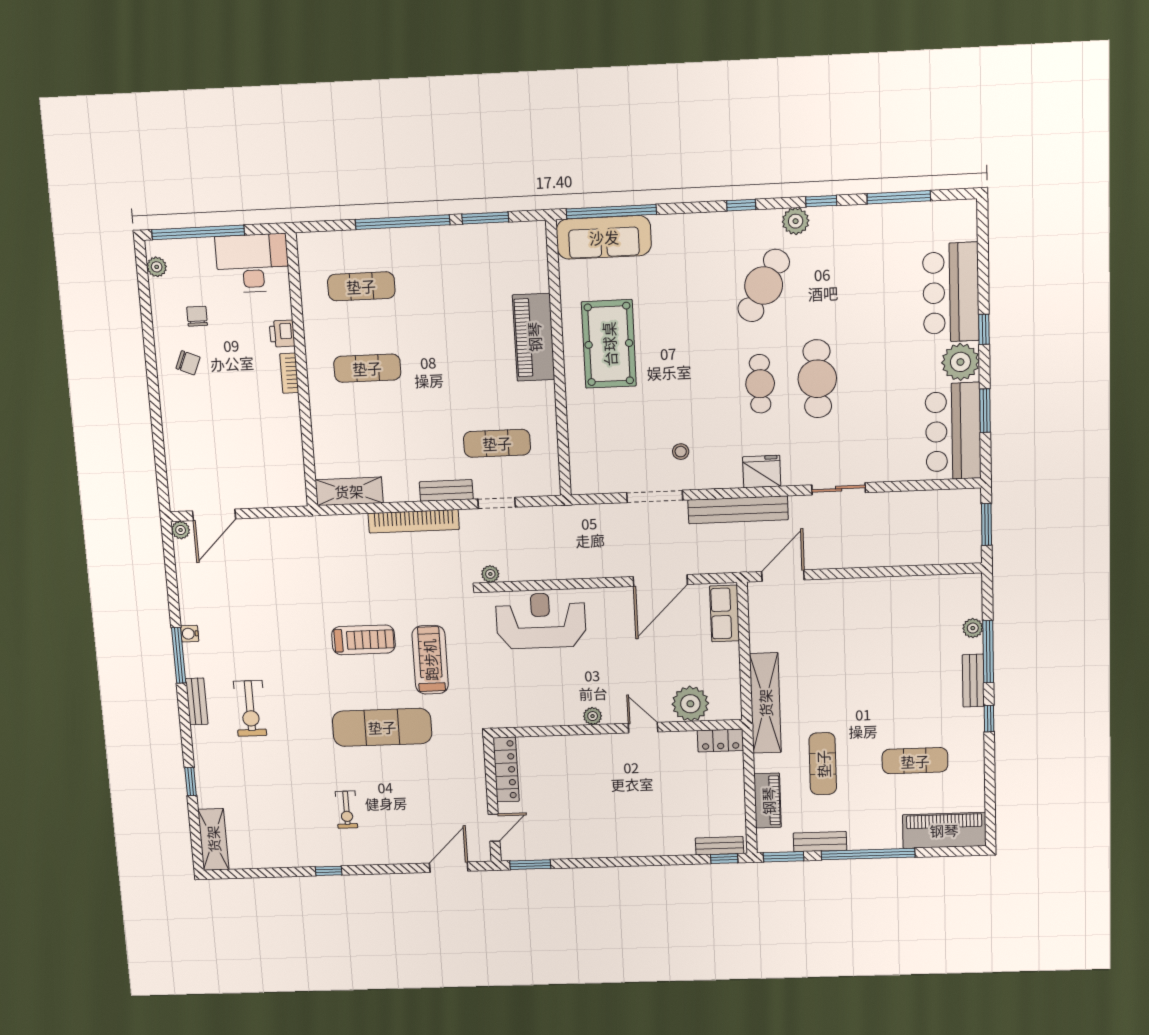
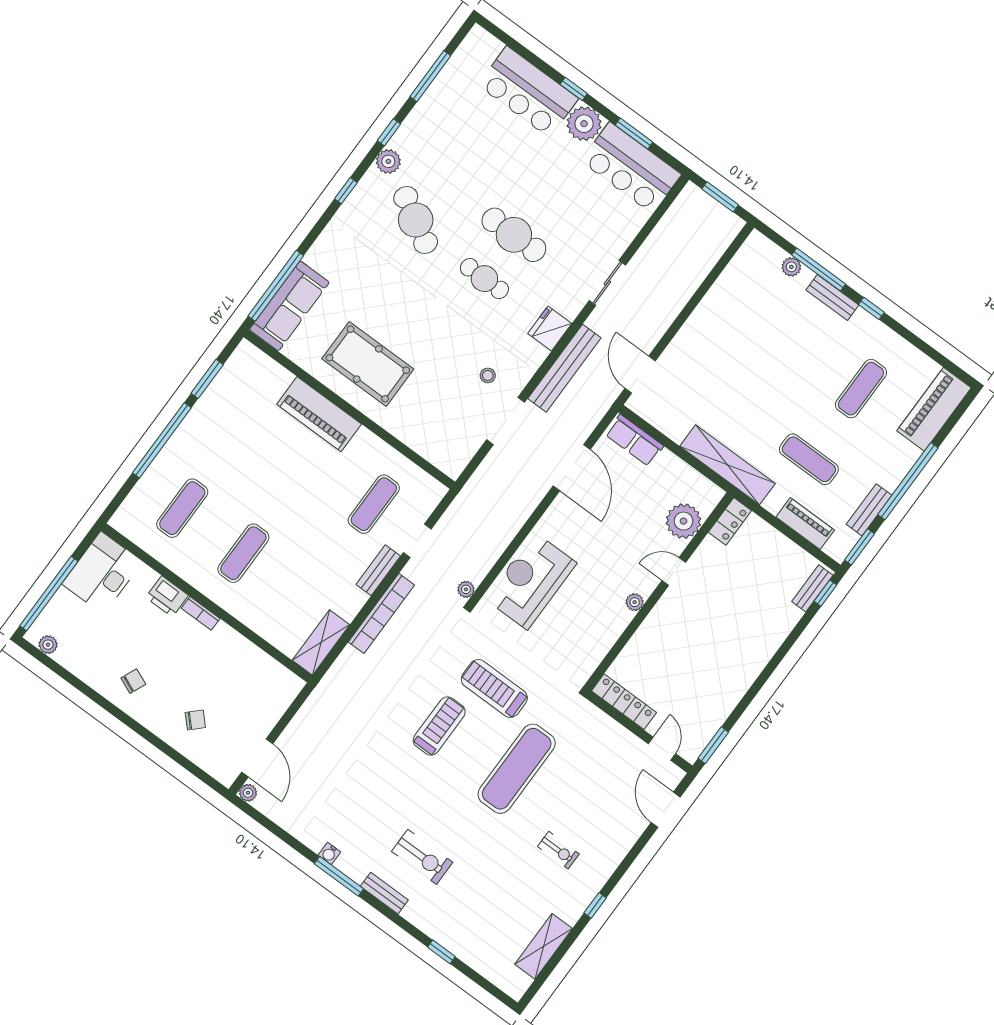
chair: (197, 316) -> (195, 720), moved, turned 136
printer: (282, 334) -> (167, 596), width x1.36, depth x1.24
shelving: (213, 839) -> (544, 946), moved, turned 90

